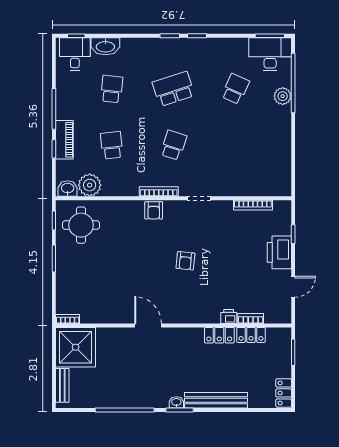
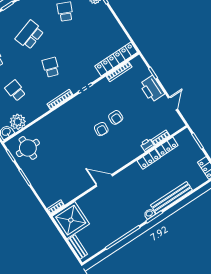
locker: (260, 188) -> (116, 59), added
armchair: (154, 210) -> (116, 117), moved

